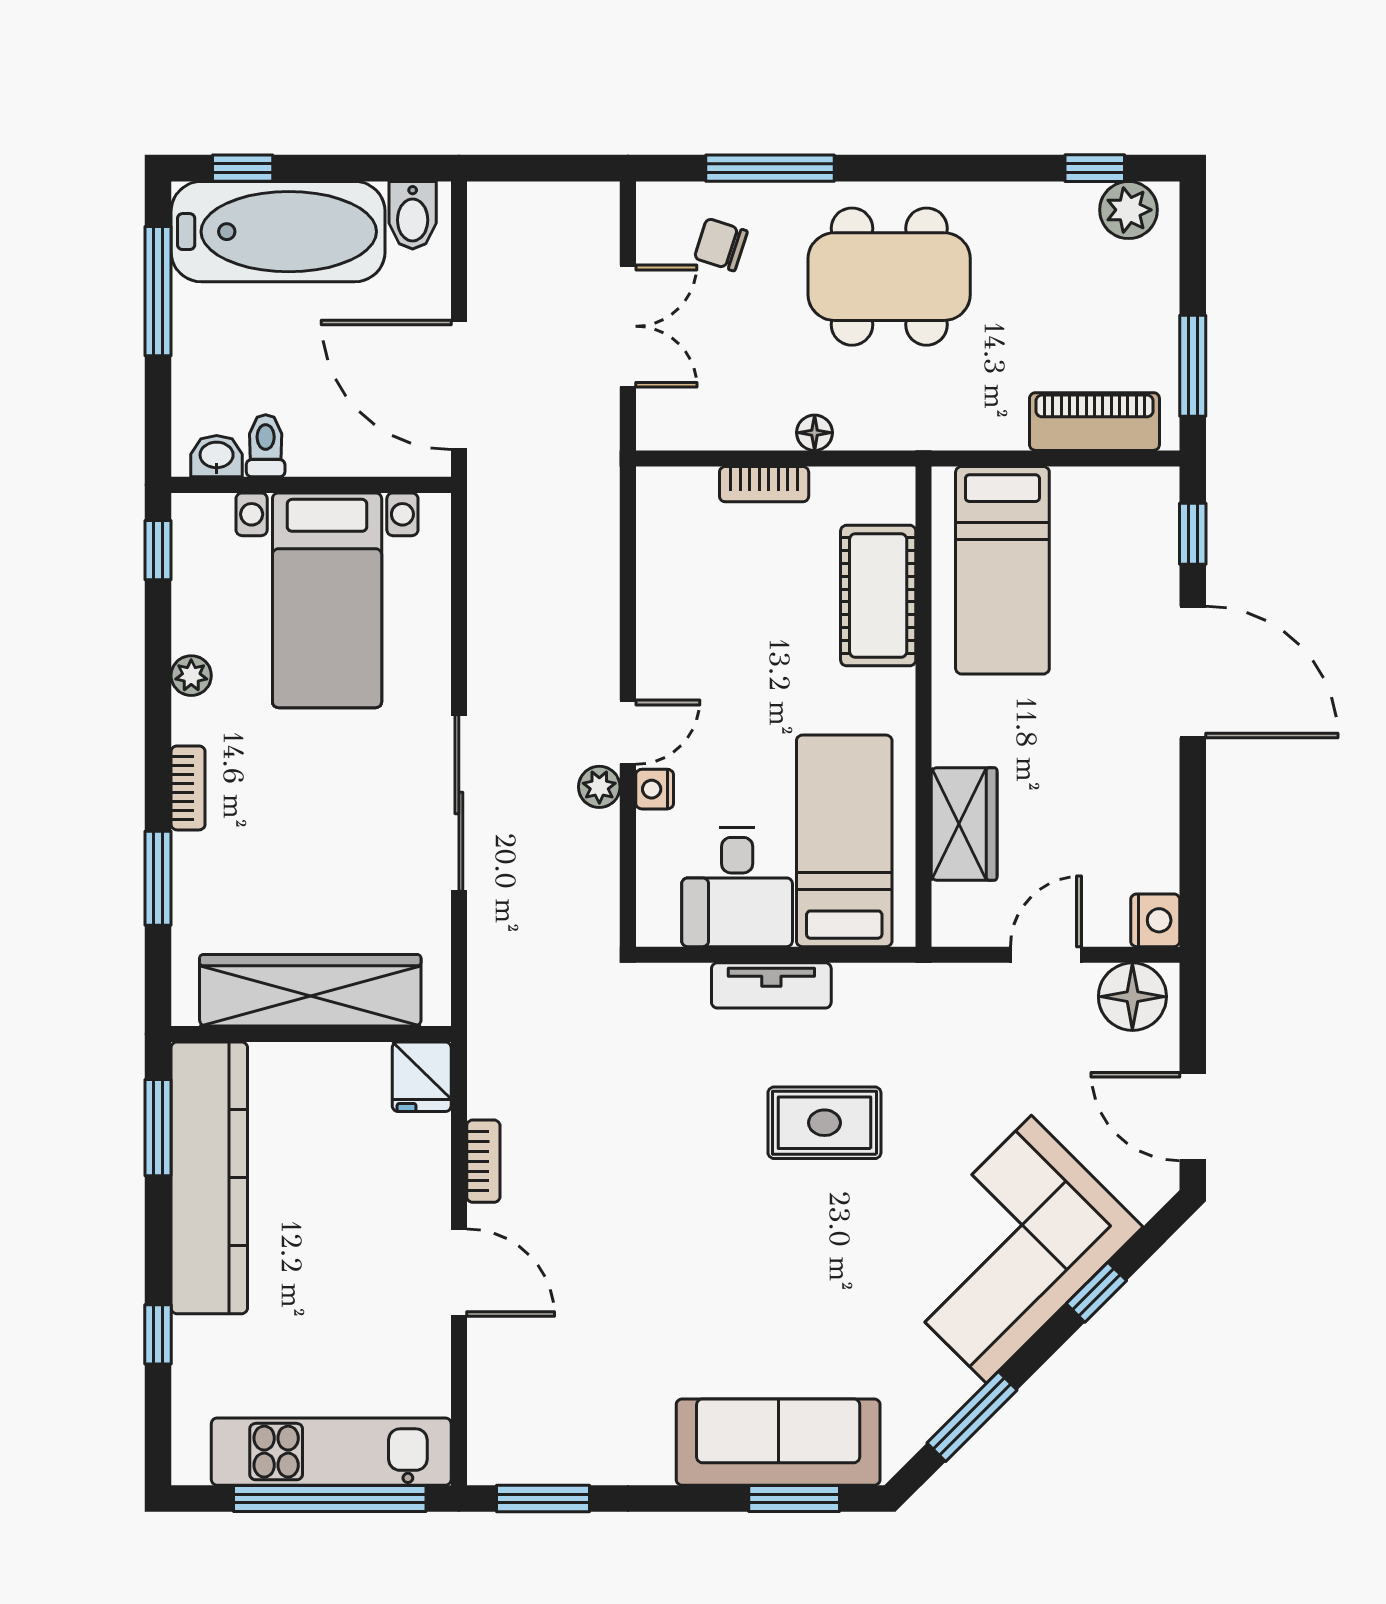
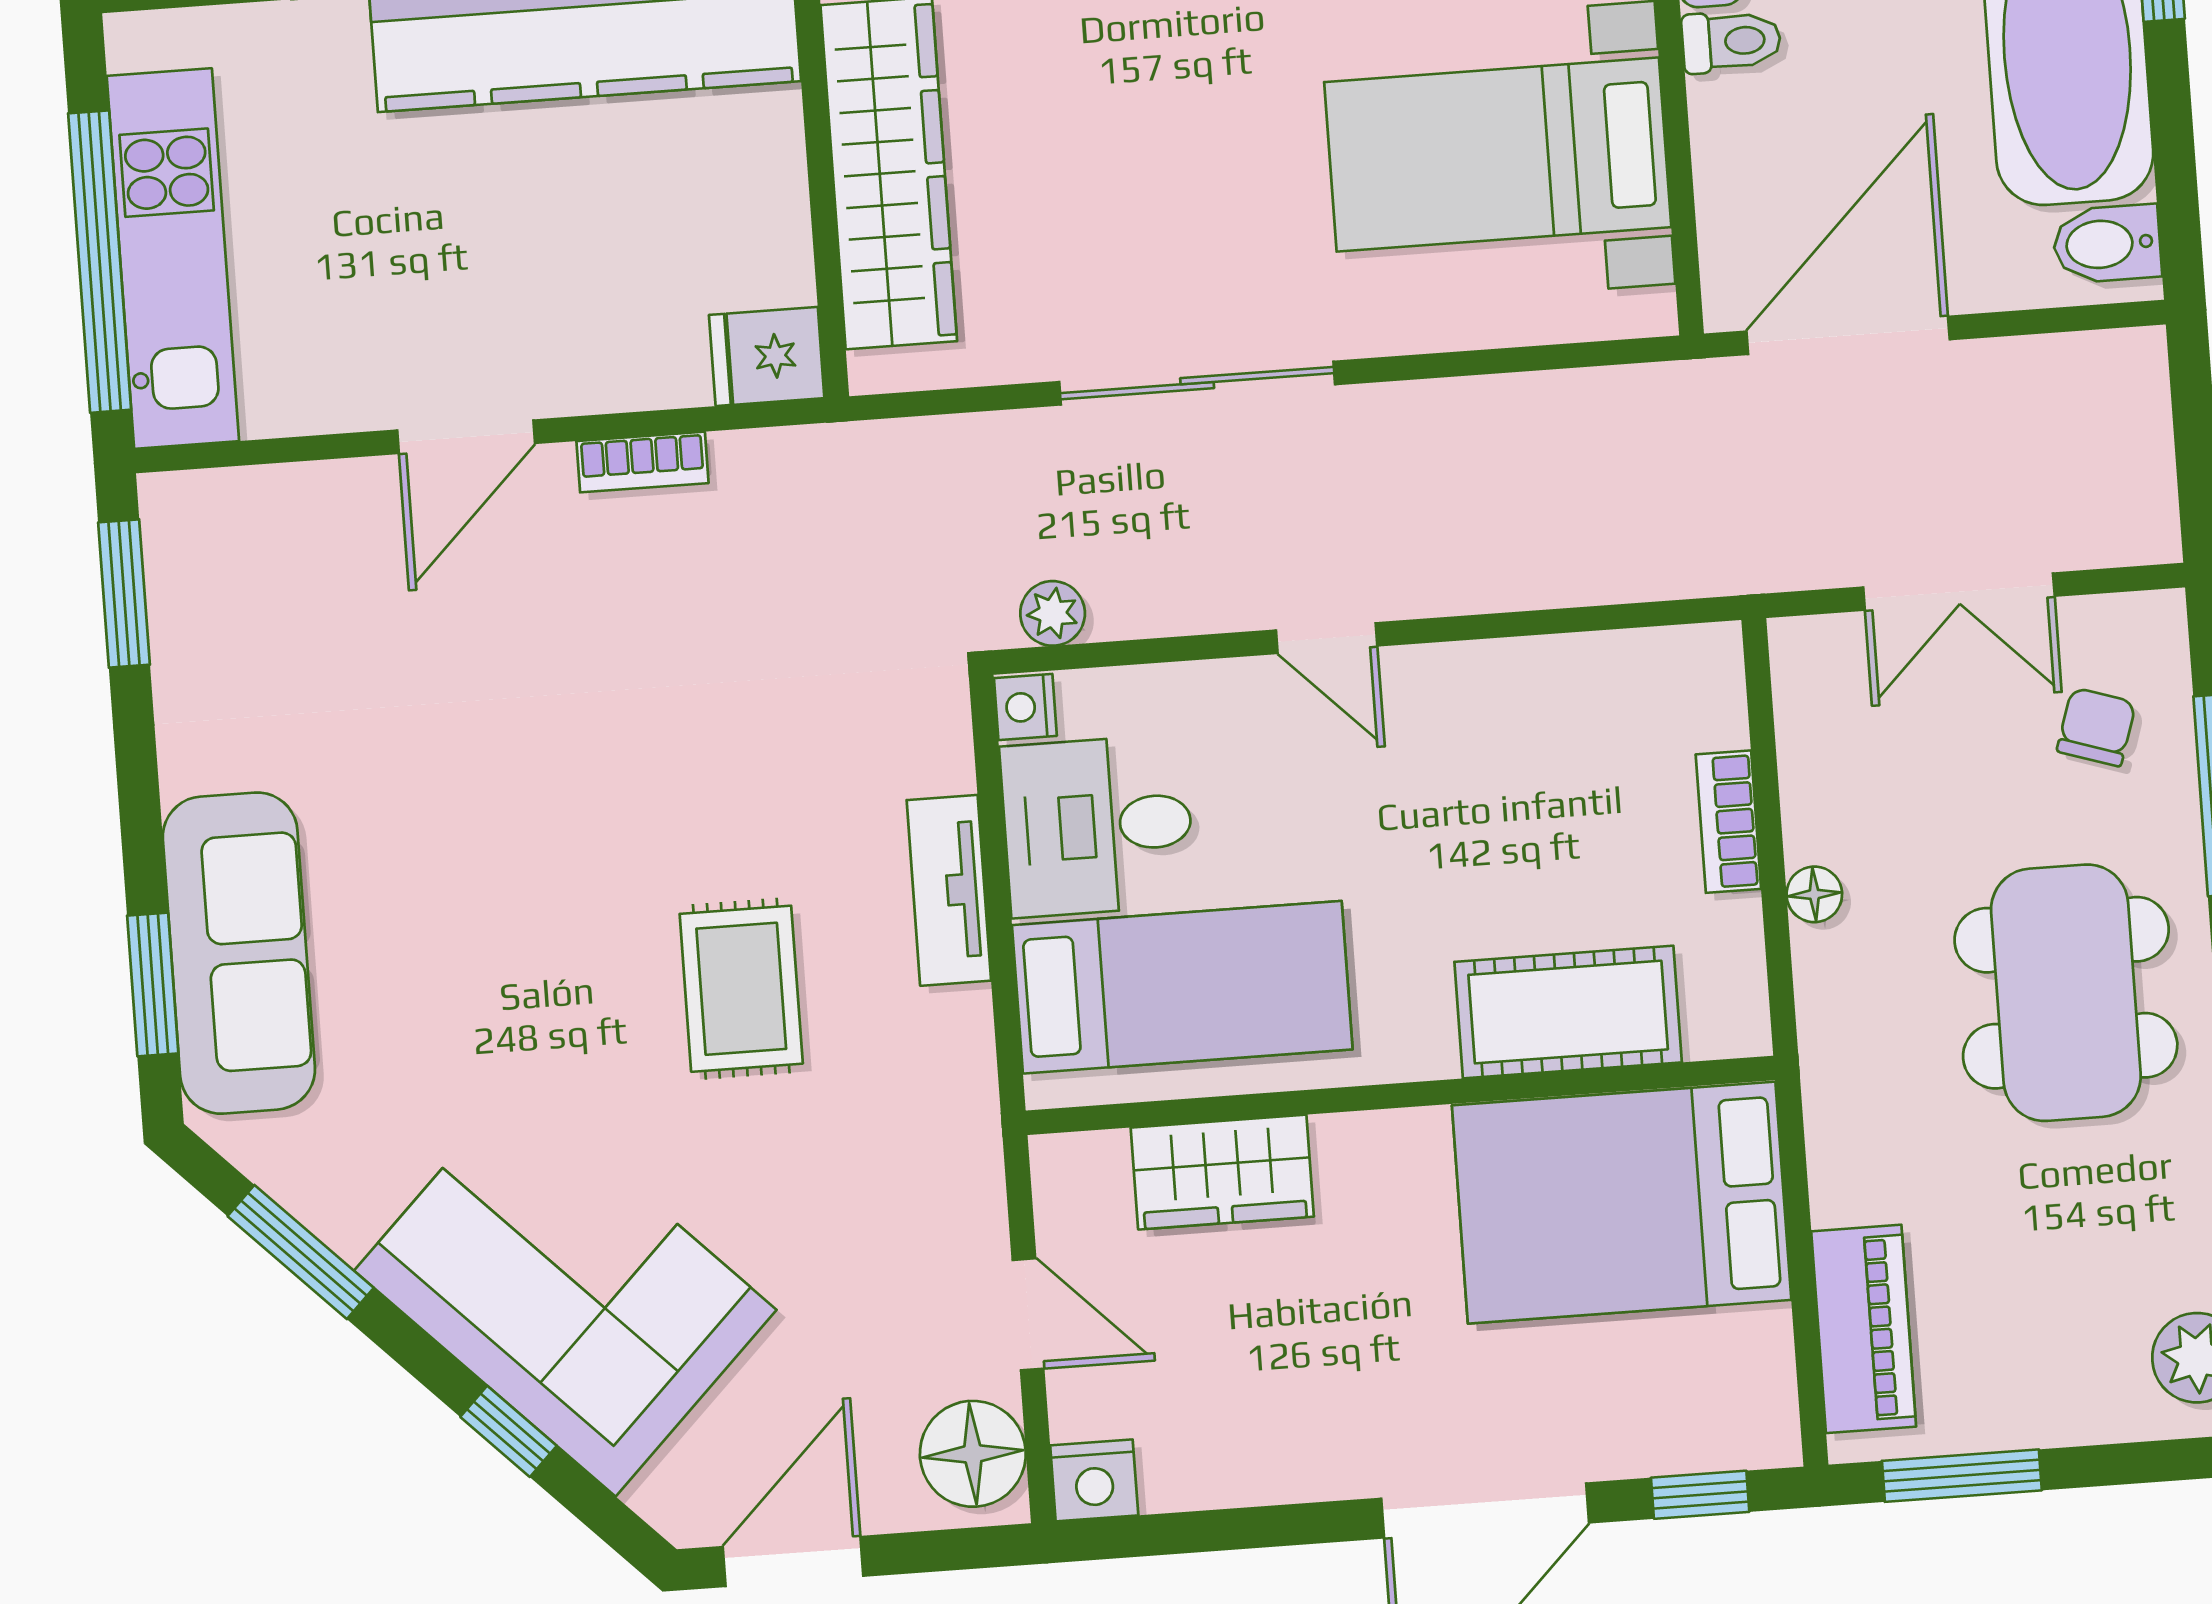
bed: (1002, 570) -> (1622, 1203), width x1.50
plant: (599, 787) -> (1053, 613), moved
nightstand: (655, 789) -> (1025, 707), moved, turned -90

